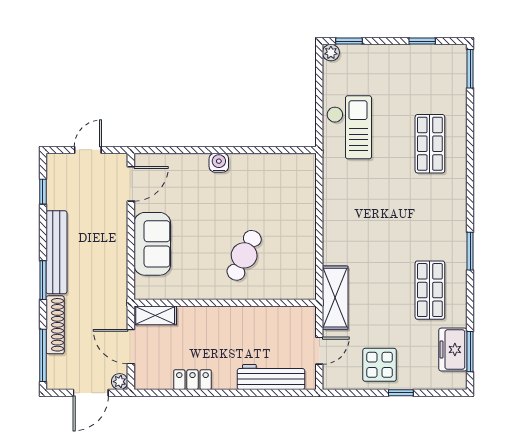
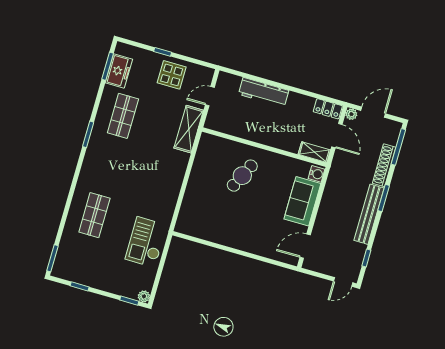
door: (88, 150) -> (343, 282), moved
water cooler: (219, 163) -> (317, 174), moved, turned -90
workbench: (271, 377) -> (264, 92), moved
locker: (192, 380) -> (328, 109), moved

